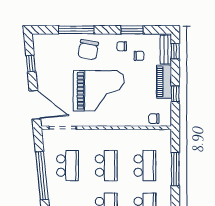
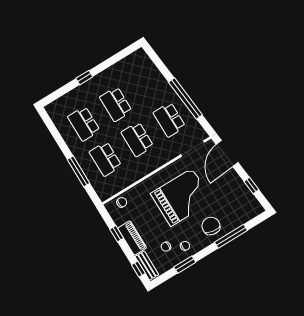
grand piano: (99, 91) -> (181, 197), turned 180
door: (35, 105) -> (227, 153), hinge flipped

